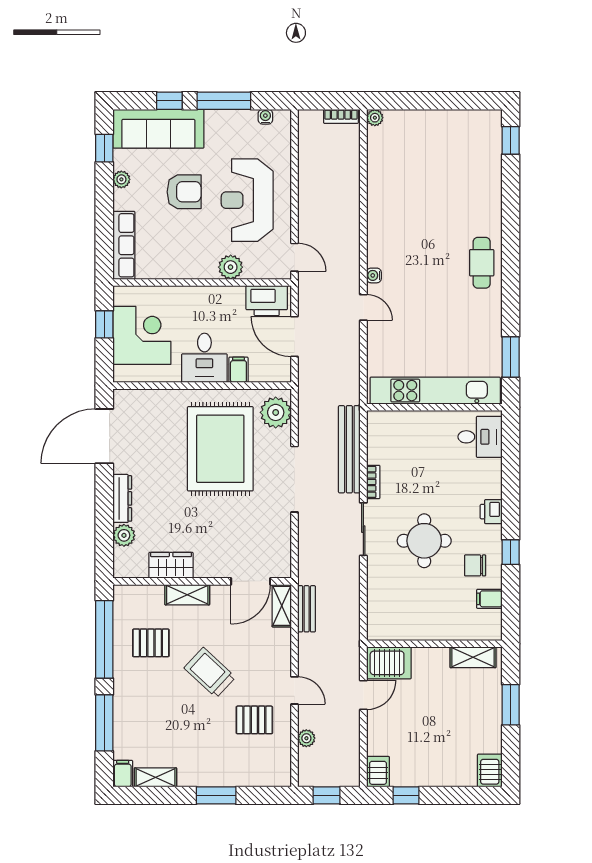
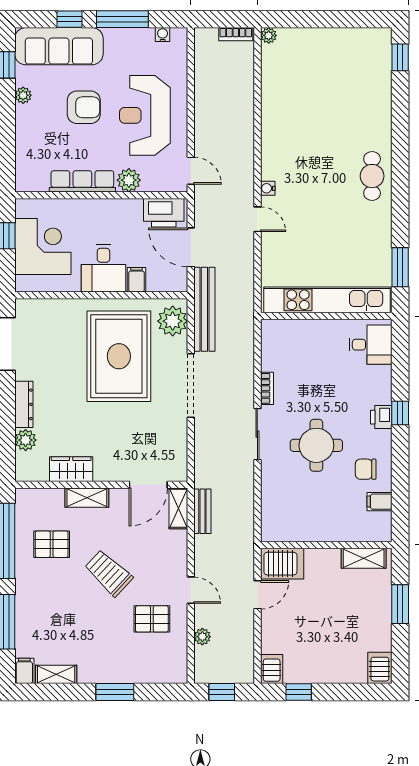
row of seats: (124, 245) -> (82, 181), moved, turned -90
bench: (349, 449) -> (204, 309), moved
window: (511, 552) -> (400, 413), moved

